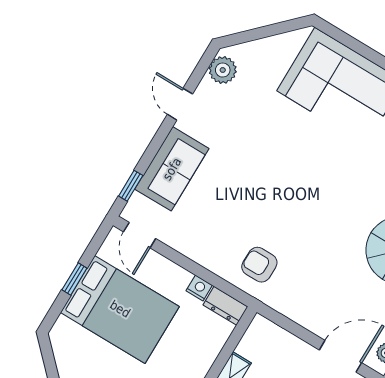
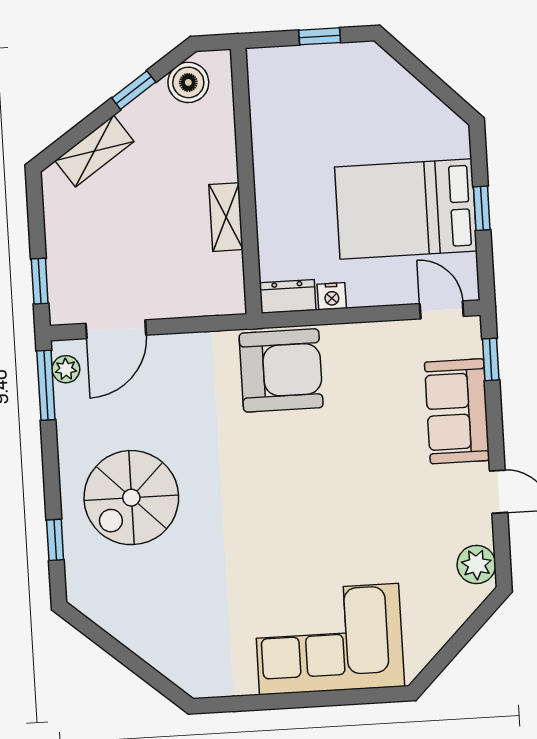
armchair: (259, 265) -> (281, 370), width x1.88, depth x1.88

